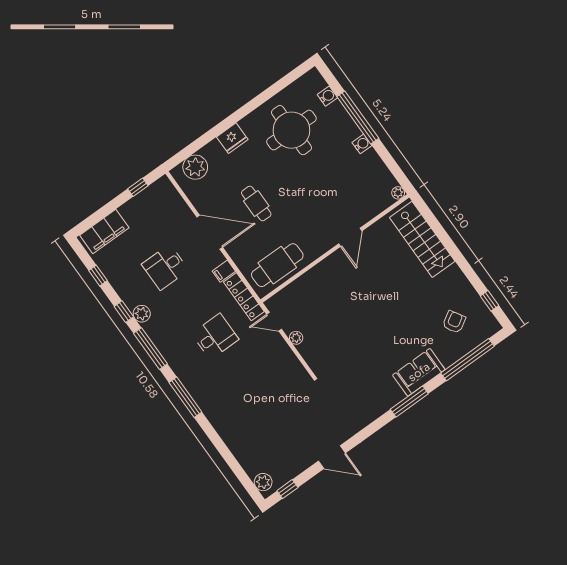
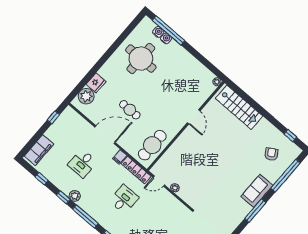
window: (358, 117) -> (169, 30), moved
fridge: (232, 138) -> (96, 83), moved
water cooler: (362, 144) -> (166, 38), moved

